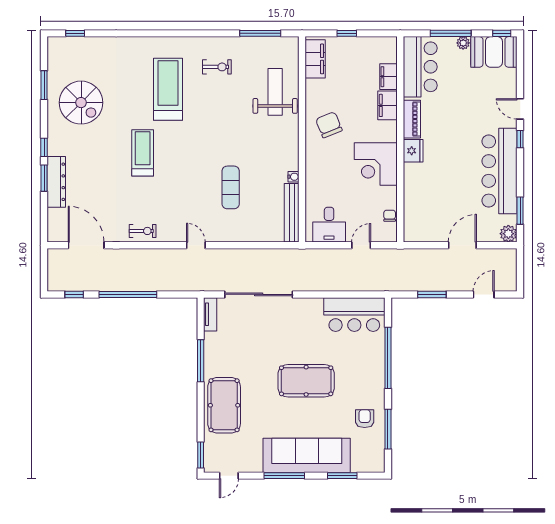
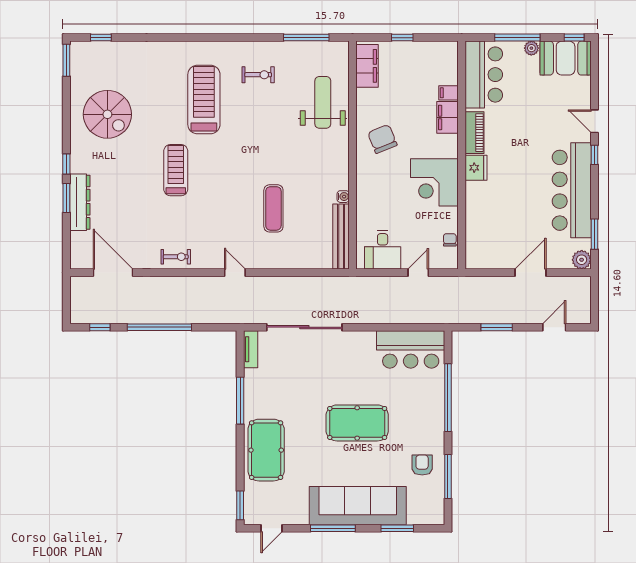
filing cabinet: (388, 77) -> (449, 93), width x0.50
window: (44, 85) -> (66, 60), moved

